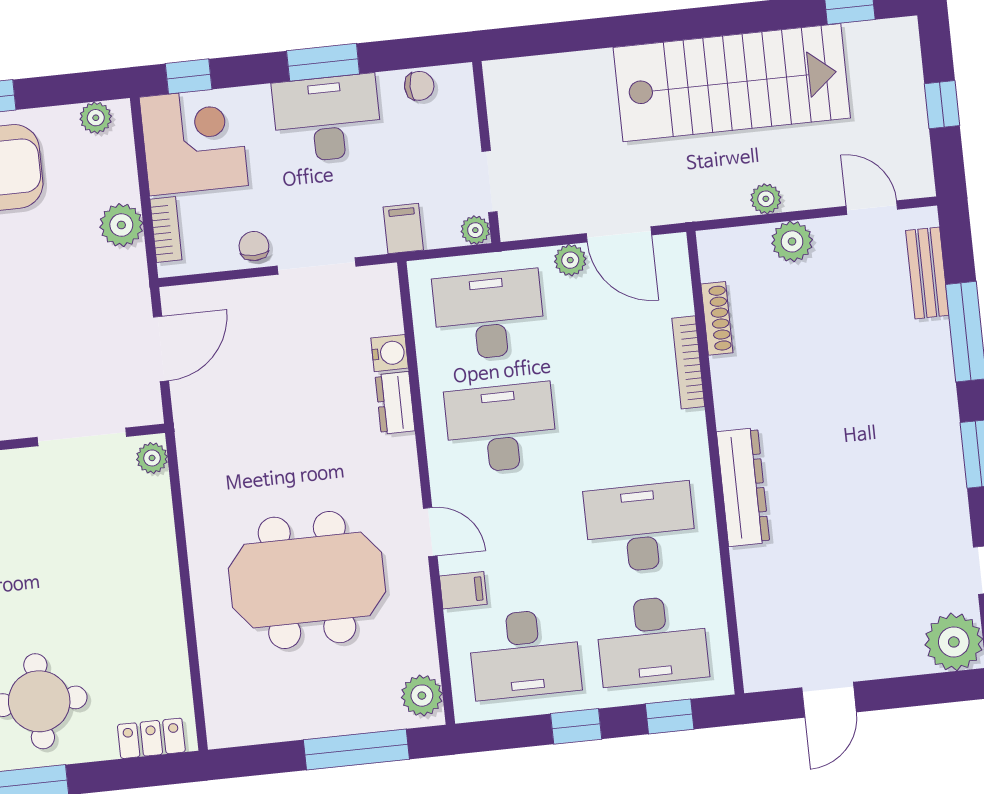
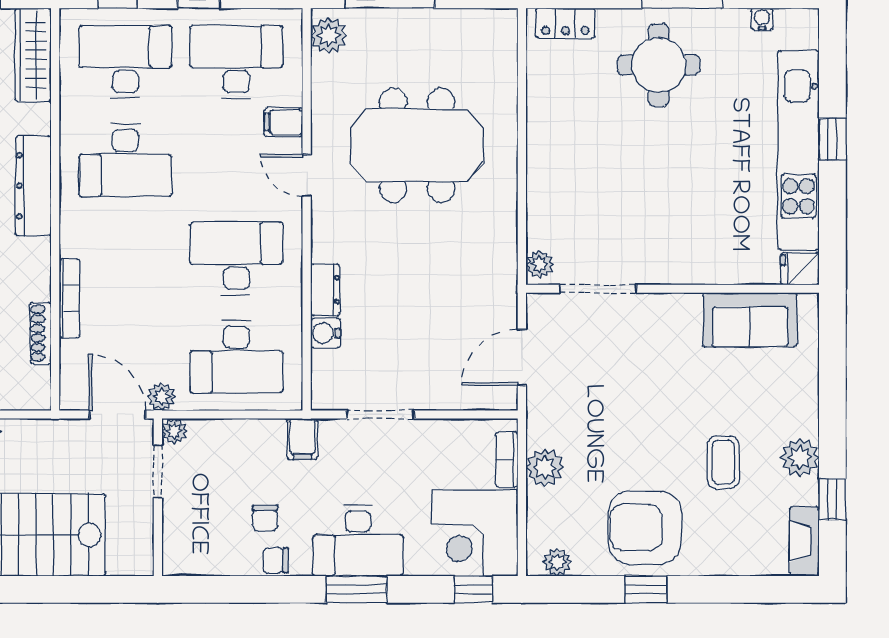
wall: (486, 152) -> (158, 497), moved
doorway: (489, 182) -> (158, 472), moved
plant: (475, 230) -> (174, 431), moved
chair: (254, 246) -> (265, 518), moved
desk: (501, 428) -> (236, 258), turned 180
wardrobe: (759, 637) -> (33, 55), added

